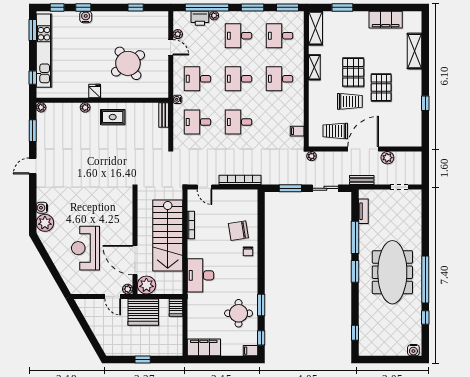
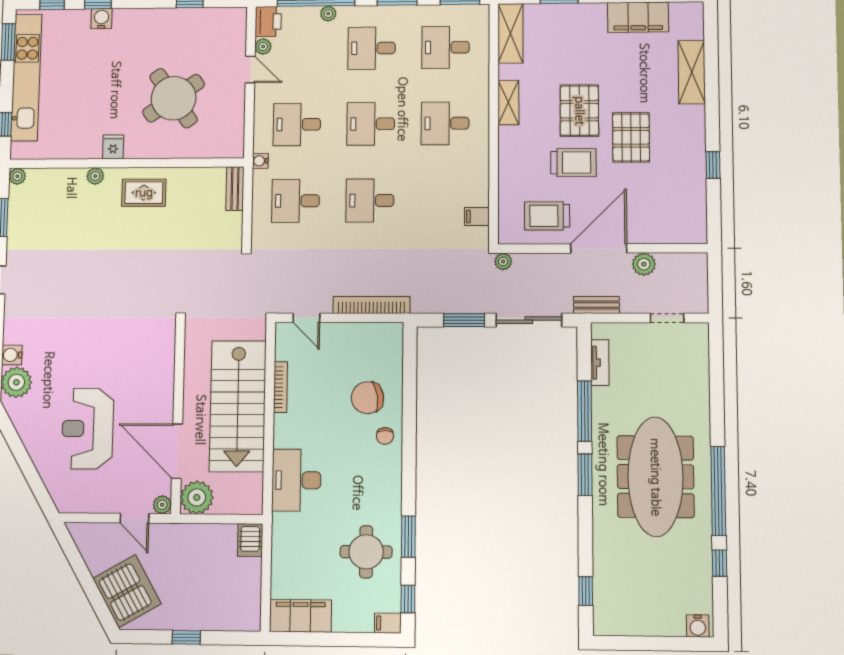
printer: (200, 18) -> (268, 22), moved, turned -90
sliding door: (325, 188) -> (529, 320), width x1.37
server rack: (143, 312) -> (127, 591), moved, turned -120

